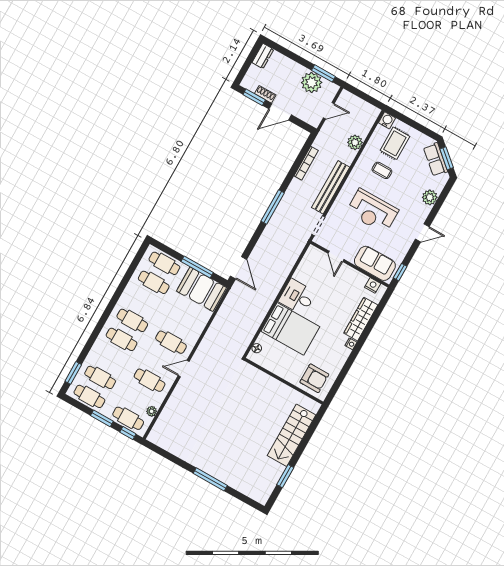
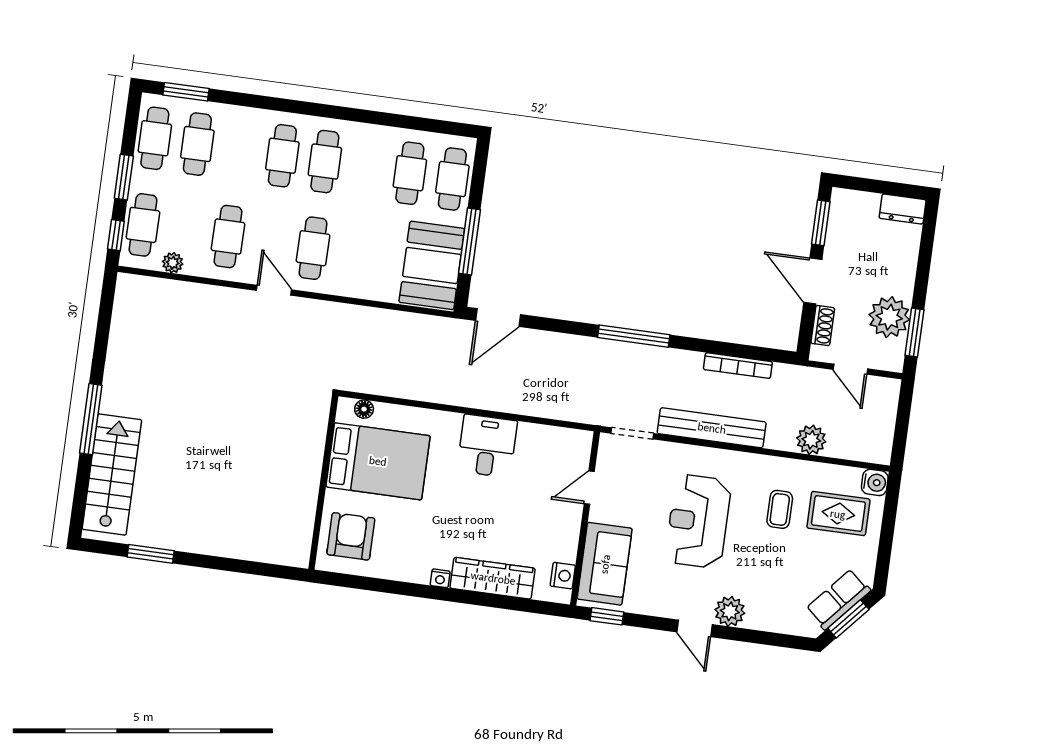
shoe rack: (265, 94) -> (823, 326), moved
plant: (430, 197) -> (730, 611), moved
bed: (290, 329) -> (378, 461), moved, turned -90
armchair: (314, 378) -> (351, 536), turned 180
stairs: (292, 435) -> (112, 475), moved, turned 90

